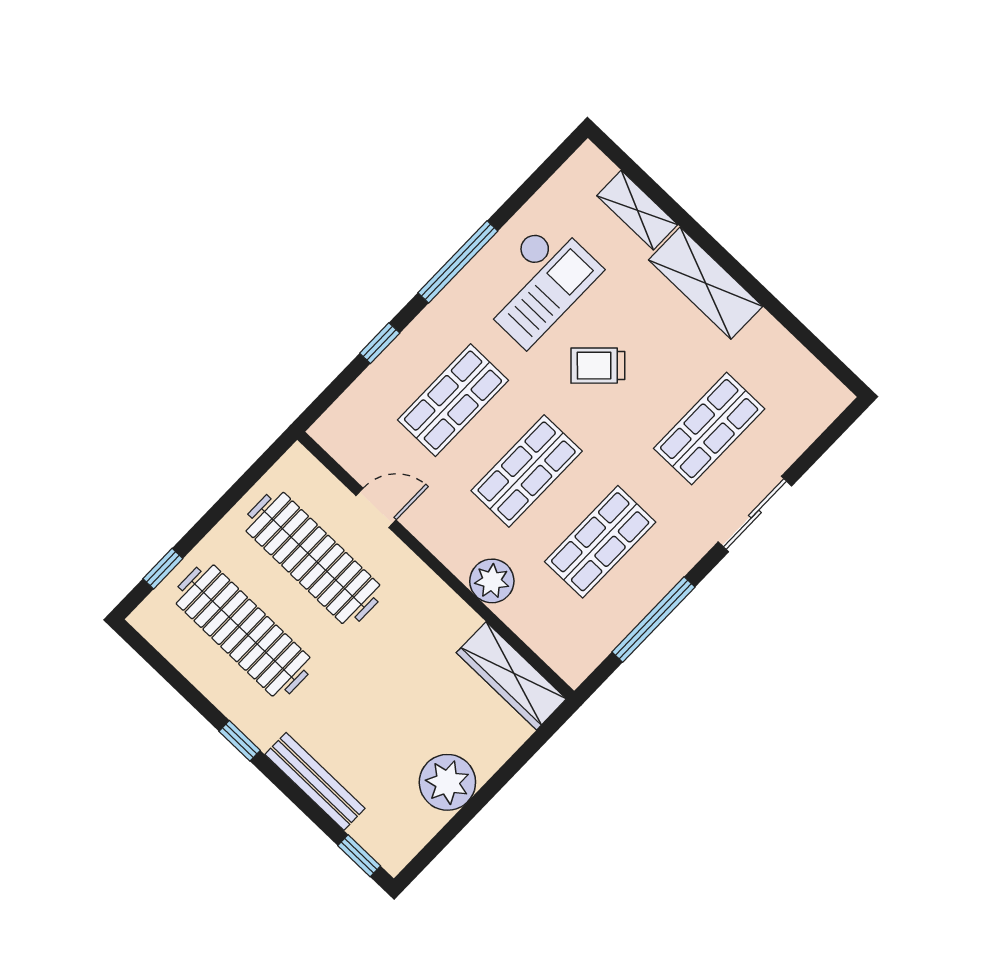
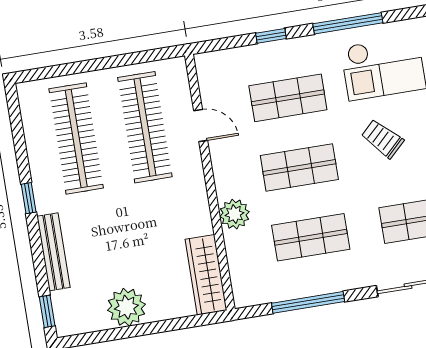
window: (163, 569) -> (57, 71), removed

